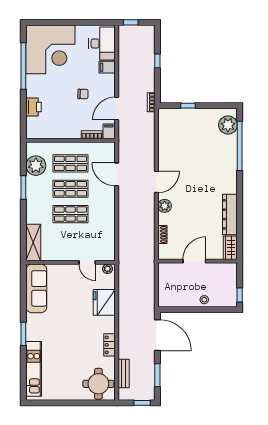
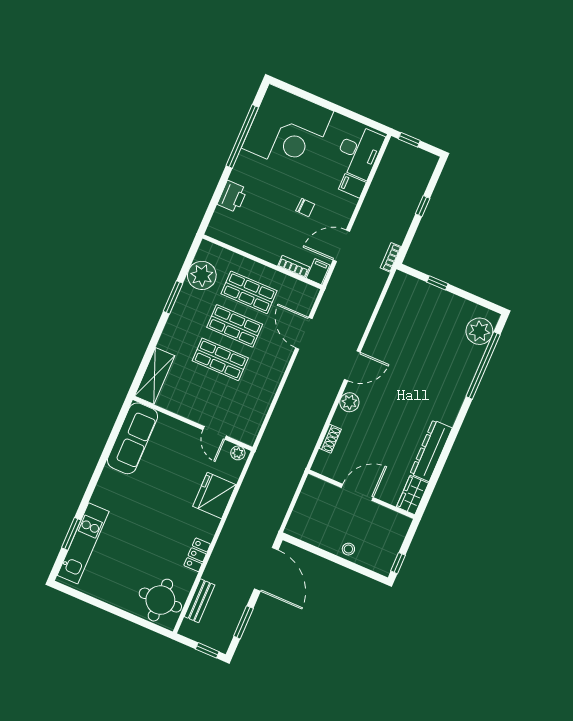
window: (23, 334) -> (71, 534), moved

